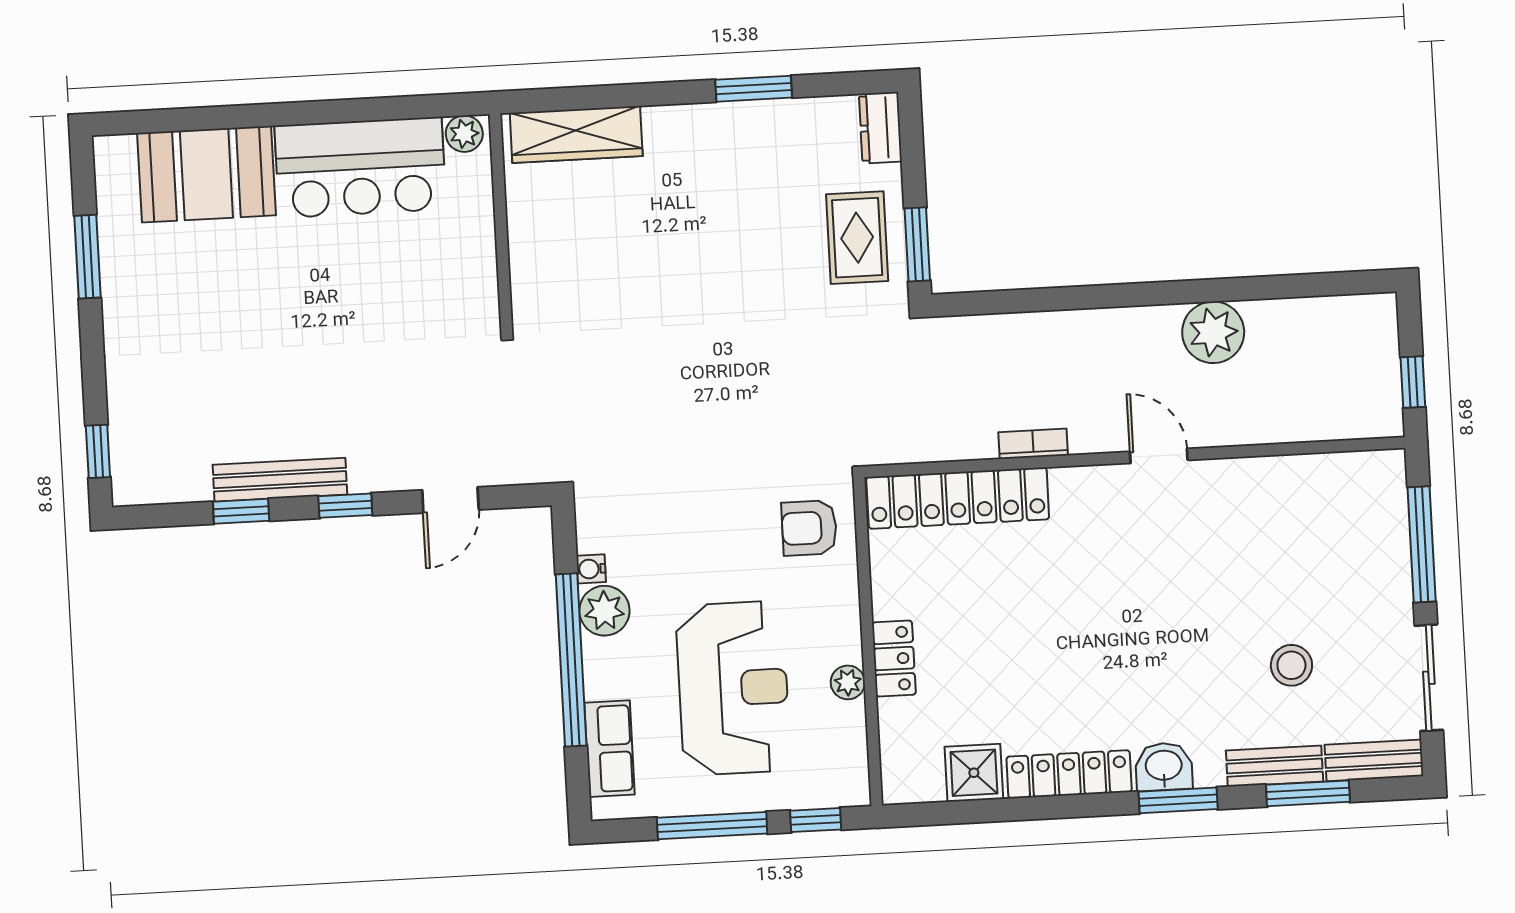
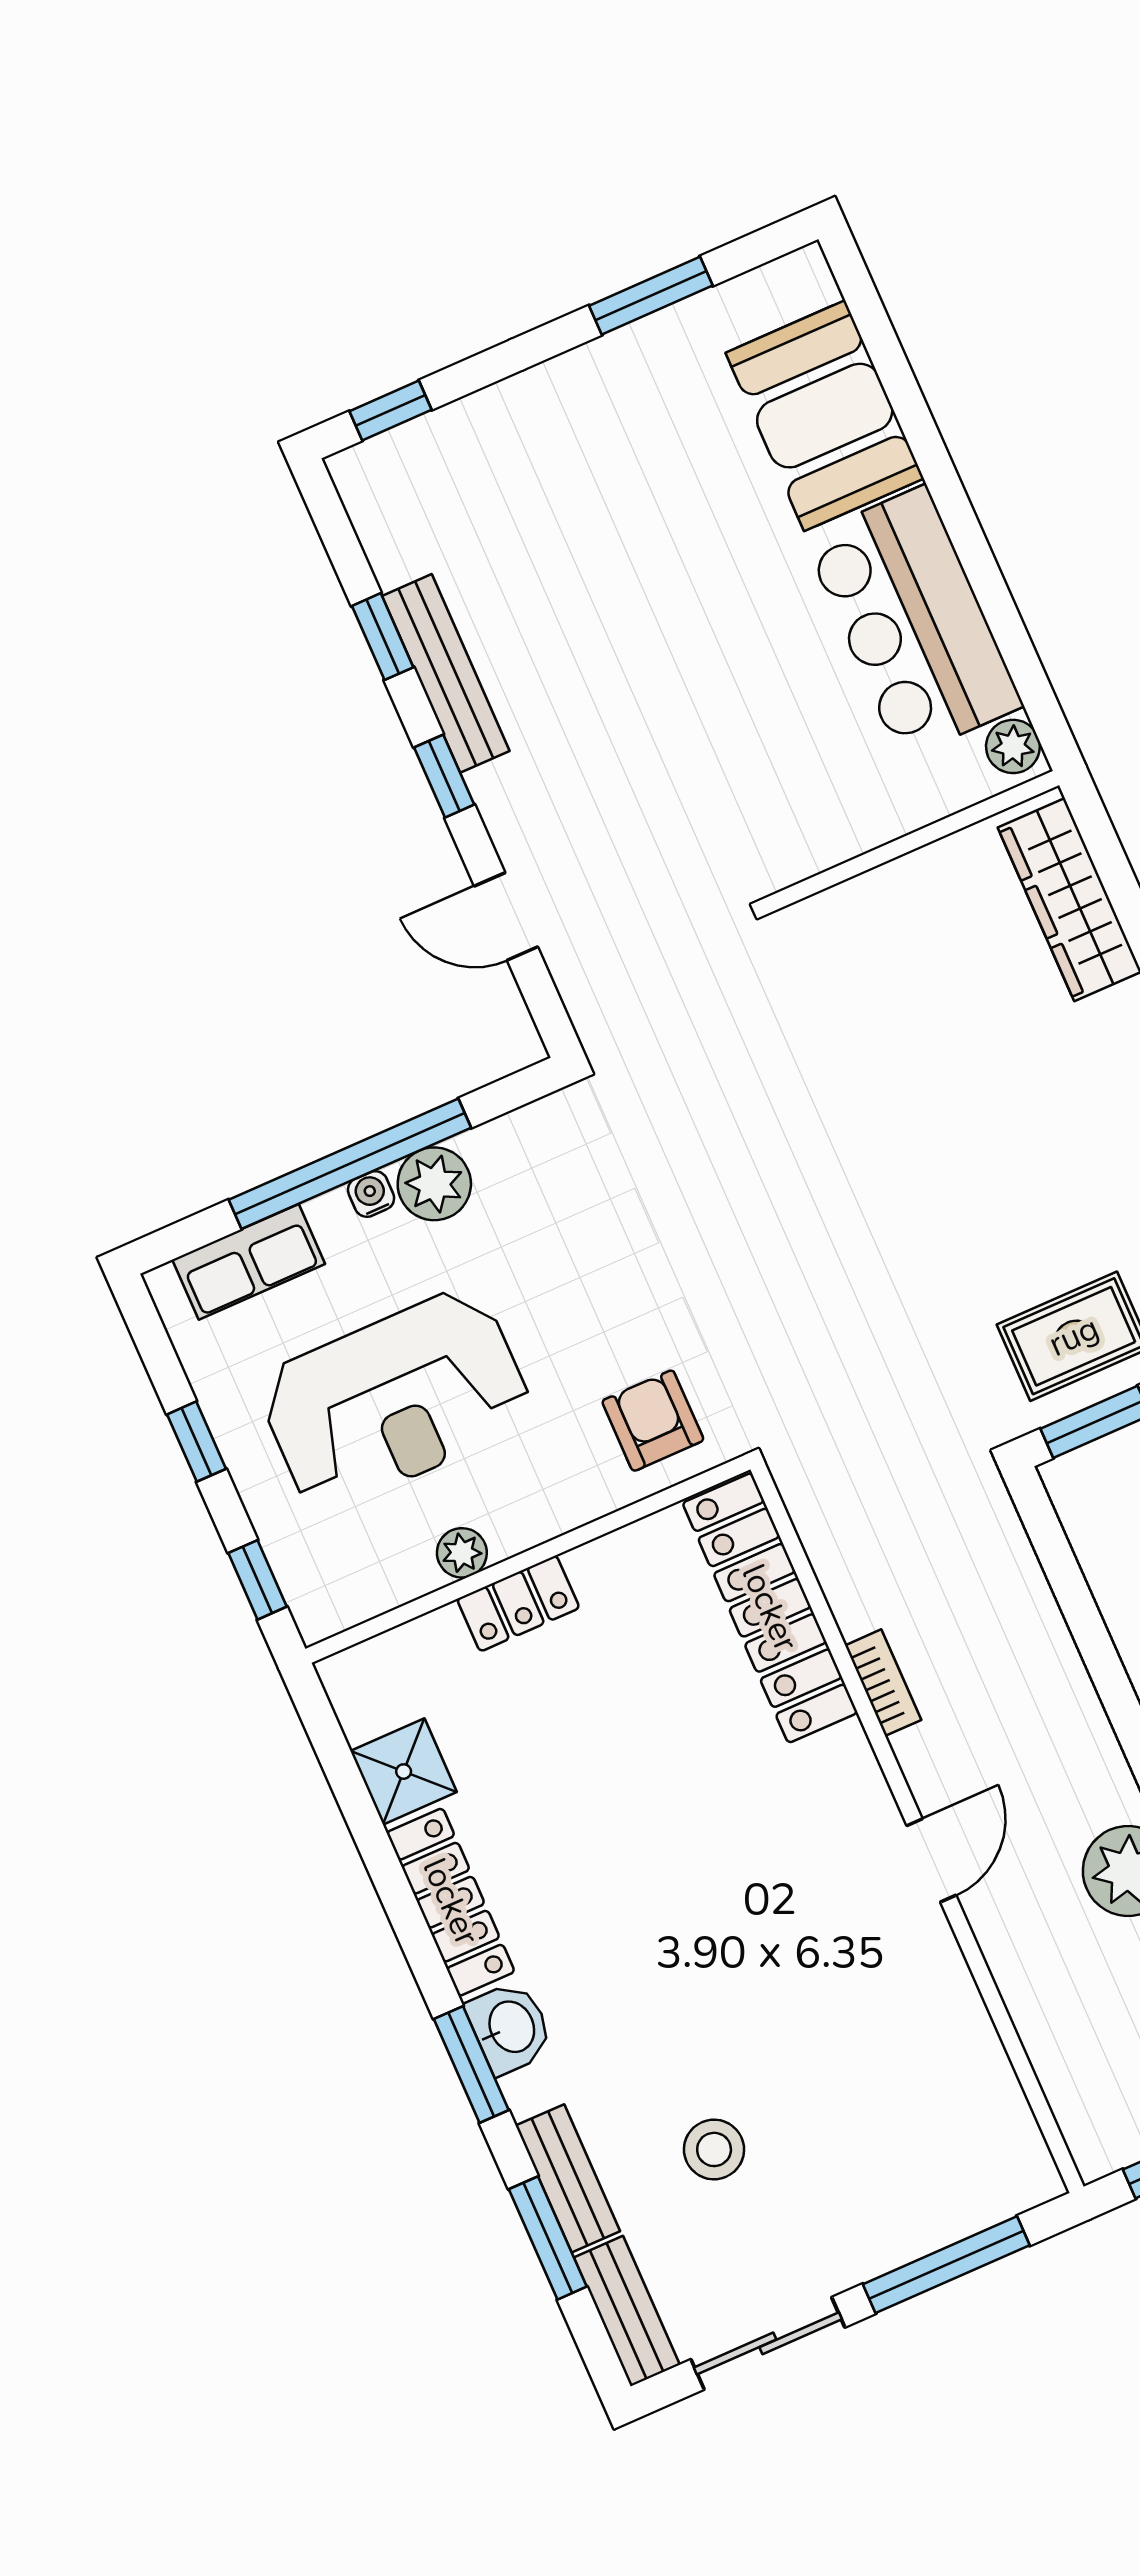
water cooler: (591, 569) -> (371, 1194), moved
window: (712, 826) -> (196, 1442), width x0.46

